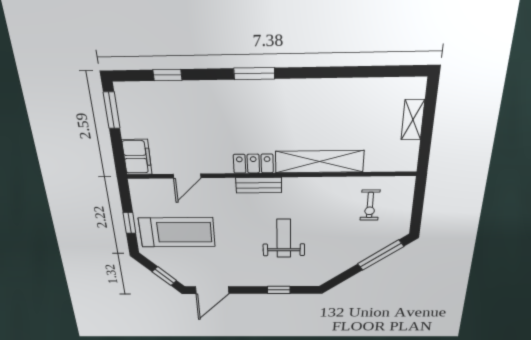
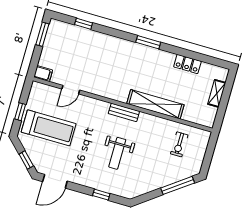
window: (254, 74) -> (148, 42), moved
filing cabinet: (137, 157) -> (43, 74), width x0.50
locker: (253, 164) -> (187, 64), moved, turned 180
bench: (259, 185) -> (124, 112), moved
weight bench: (284, 238) -> (117, 153), turned 180

